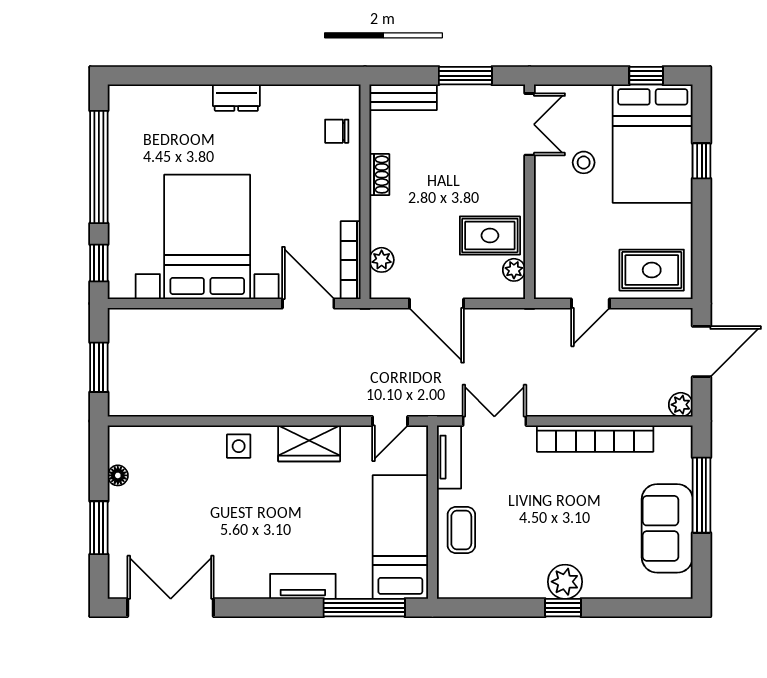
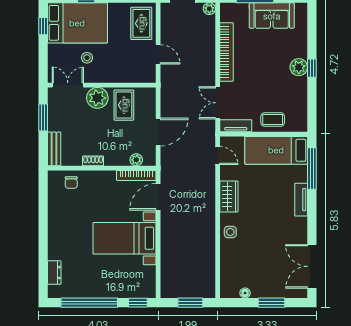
dresser: (236, 98) -> (54, 273), moved
bed with nightstands: (207, 237) -> (125, 238), width x0.73
plant: (514, 270) -> (97, 98), moved, width x1.88, depth x1.88

